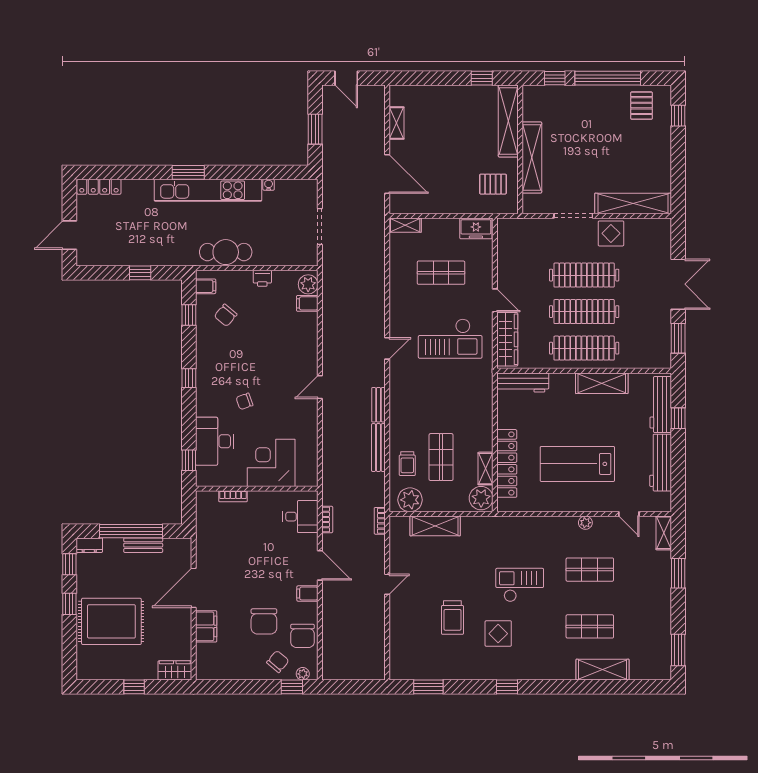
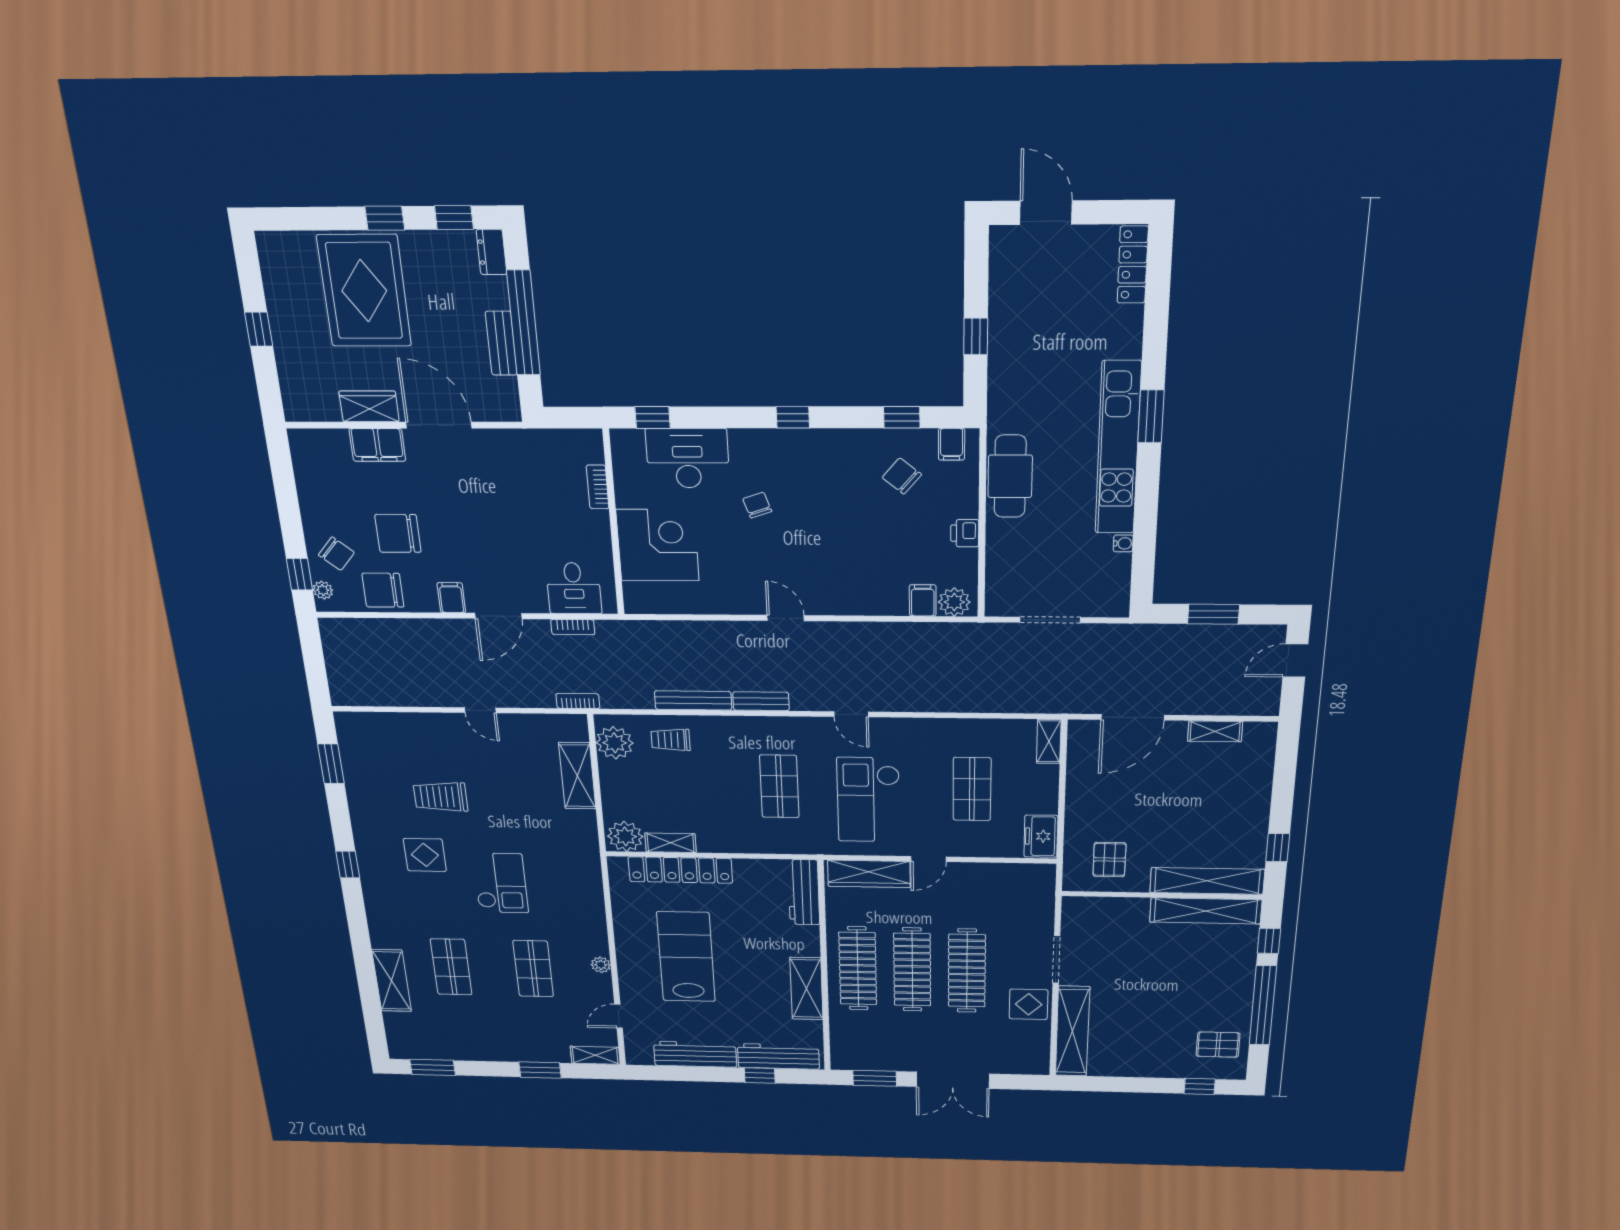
shelving: (532, 157) -> (1206, 911), moved
shop shelf: (441, 457) -> (779, 786), moved, turned 90
wardrobe: (175, 670) -> (369, 406), moved, turned -90

